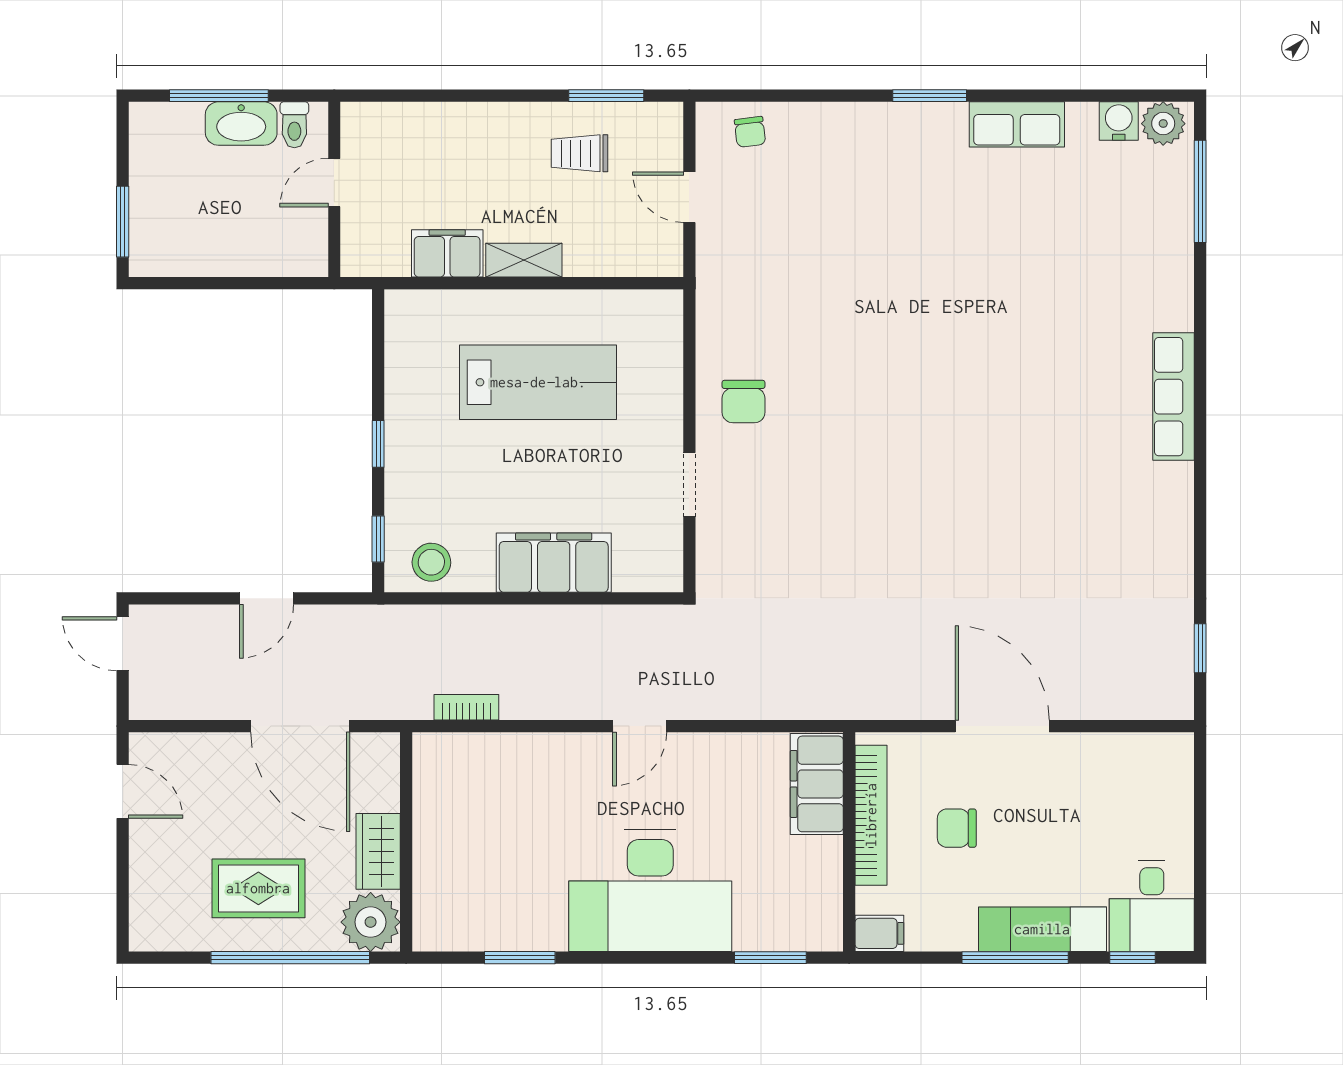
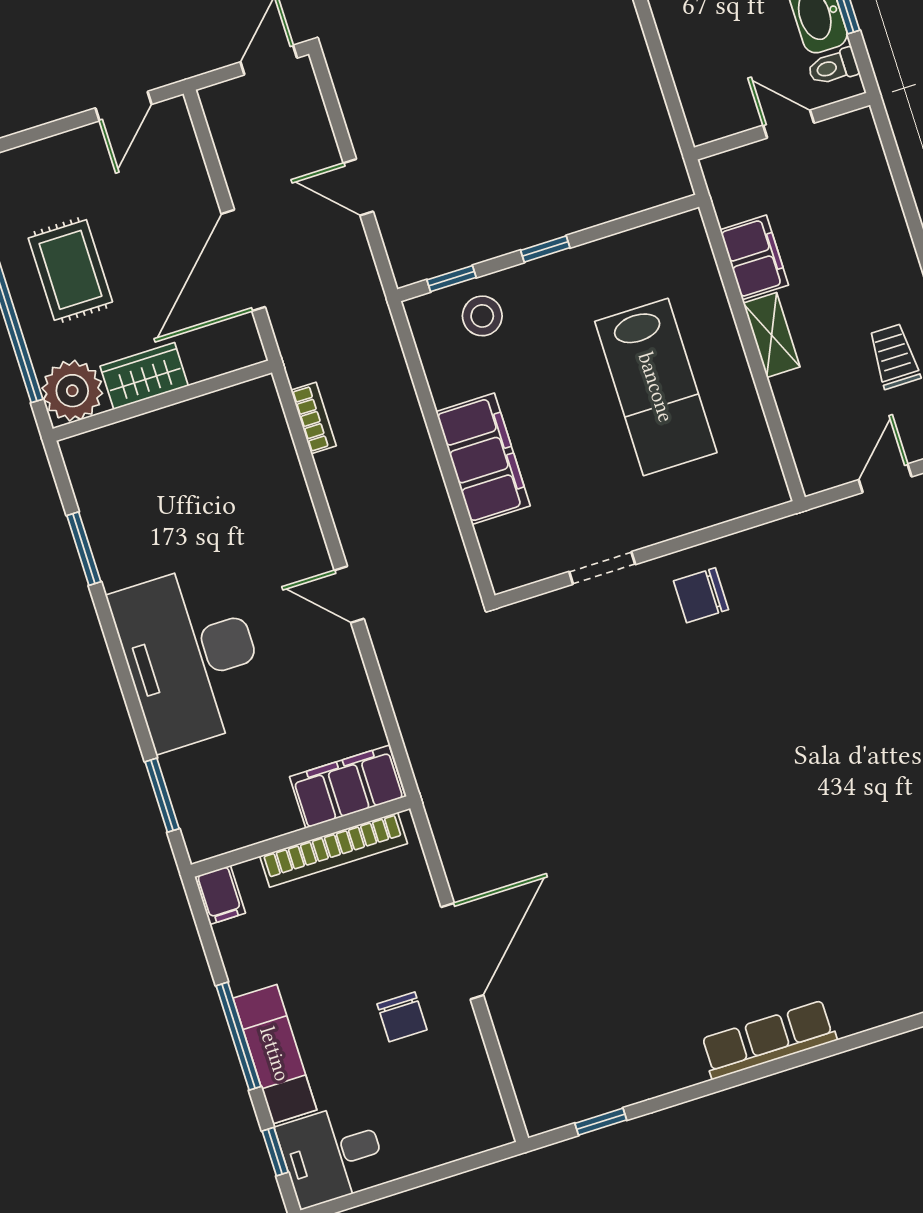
row of seats: (1174, 397) -> (768, 1040), moved
stool: (431, 562) -> (482, 316), moved
chair: (957, 828) -> (402, 1017), moved, turned 180

